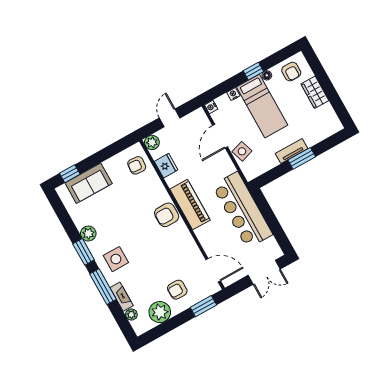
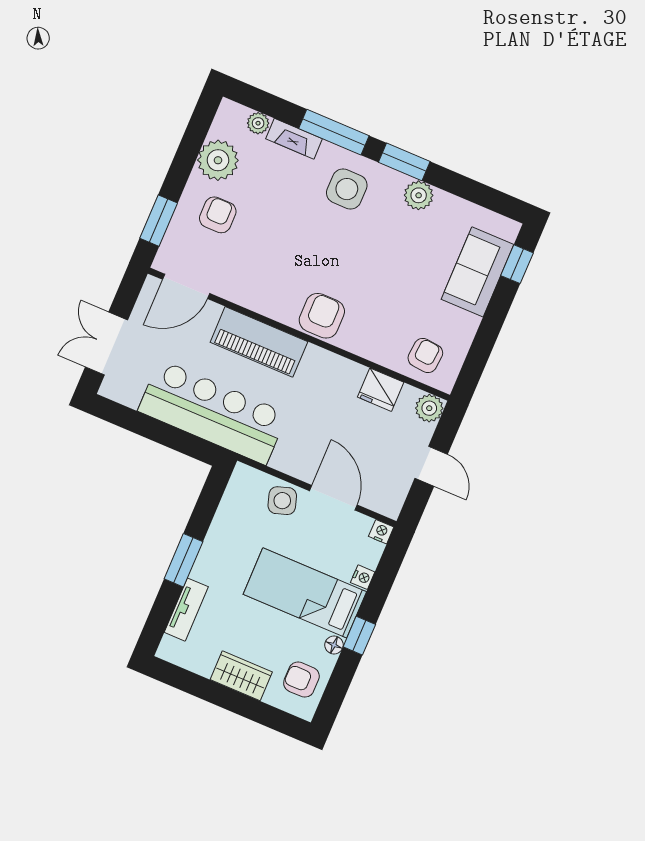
tv unit: (292, 151) -> (186, 610), moved
piano: (190, 205) -> (259, 342), moved

